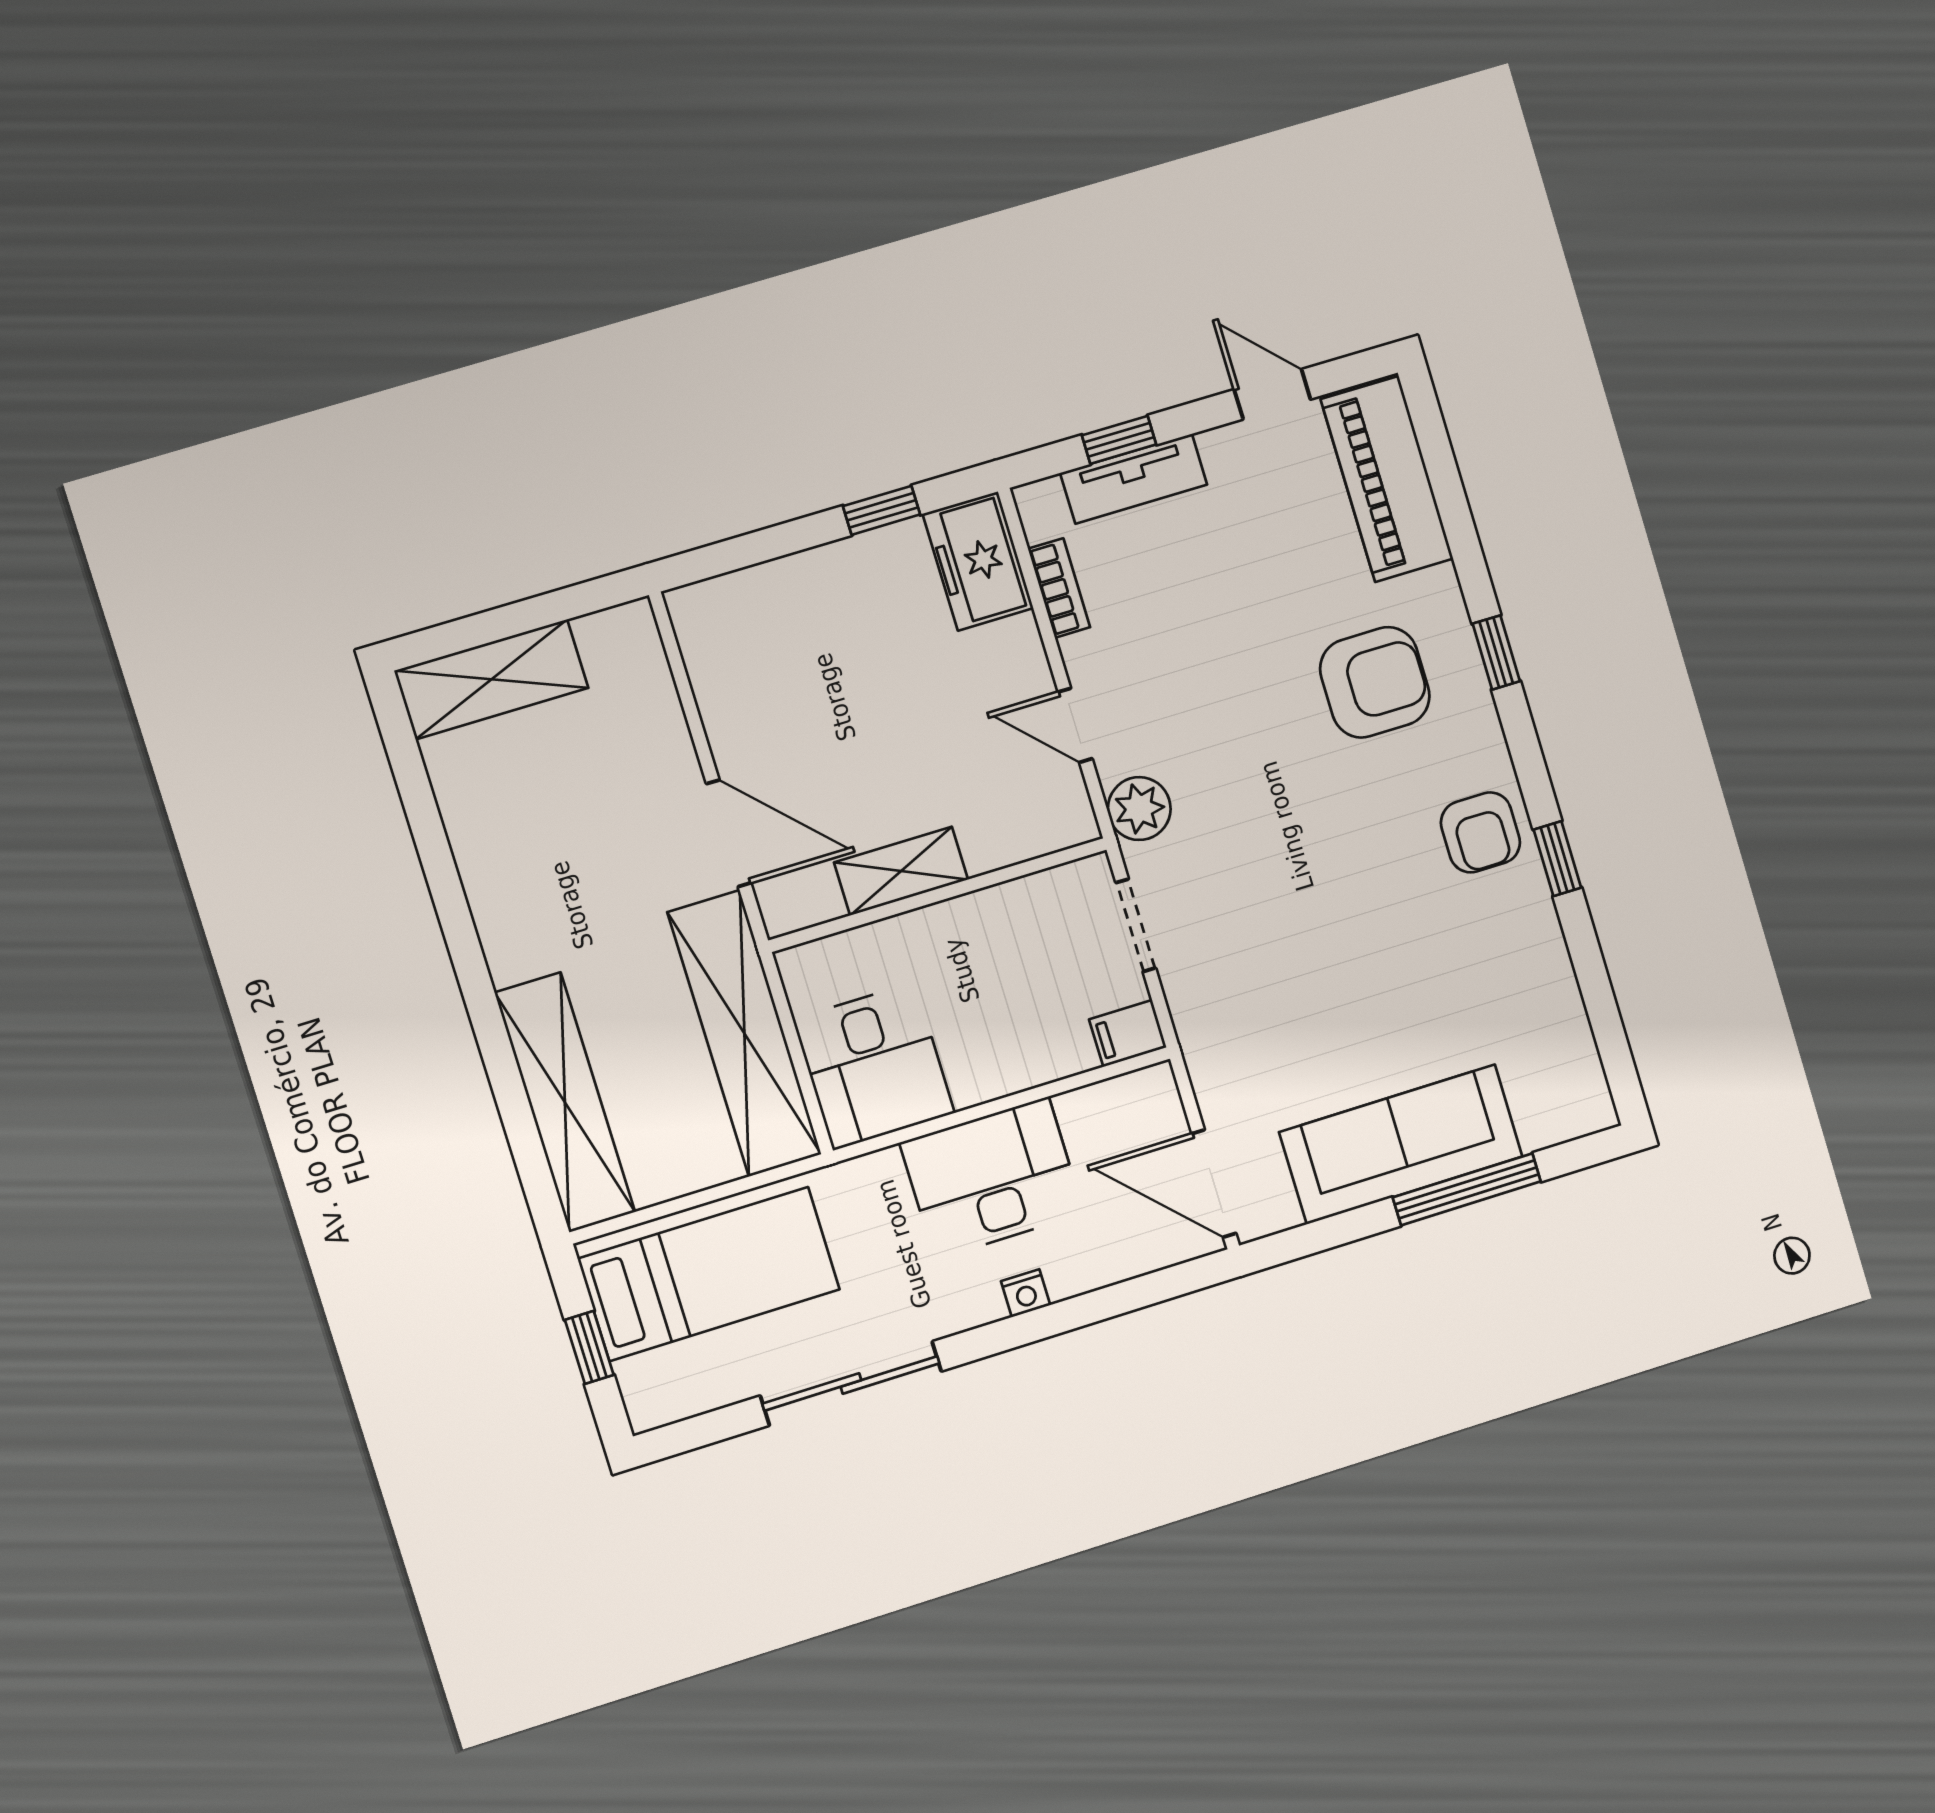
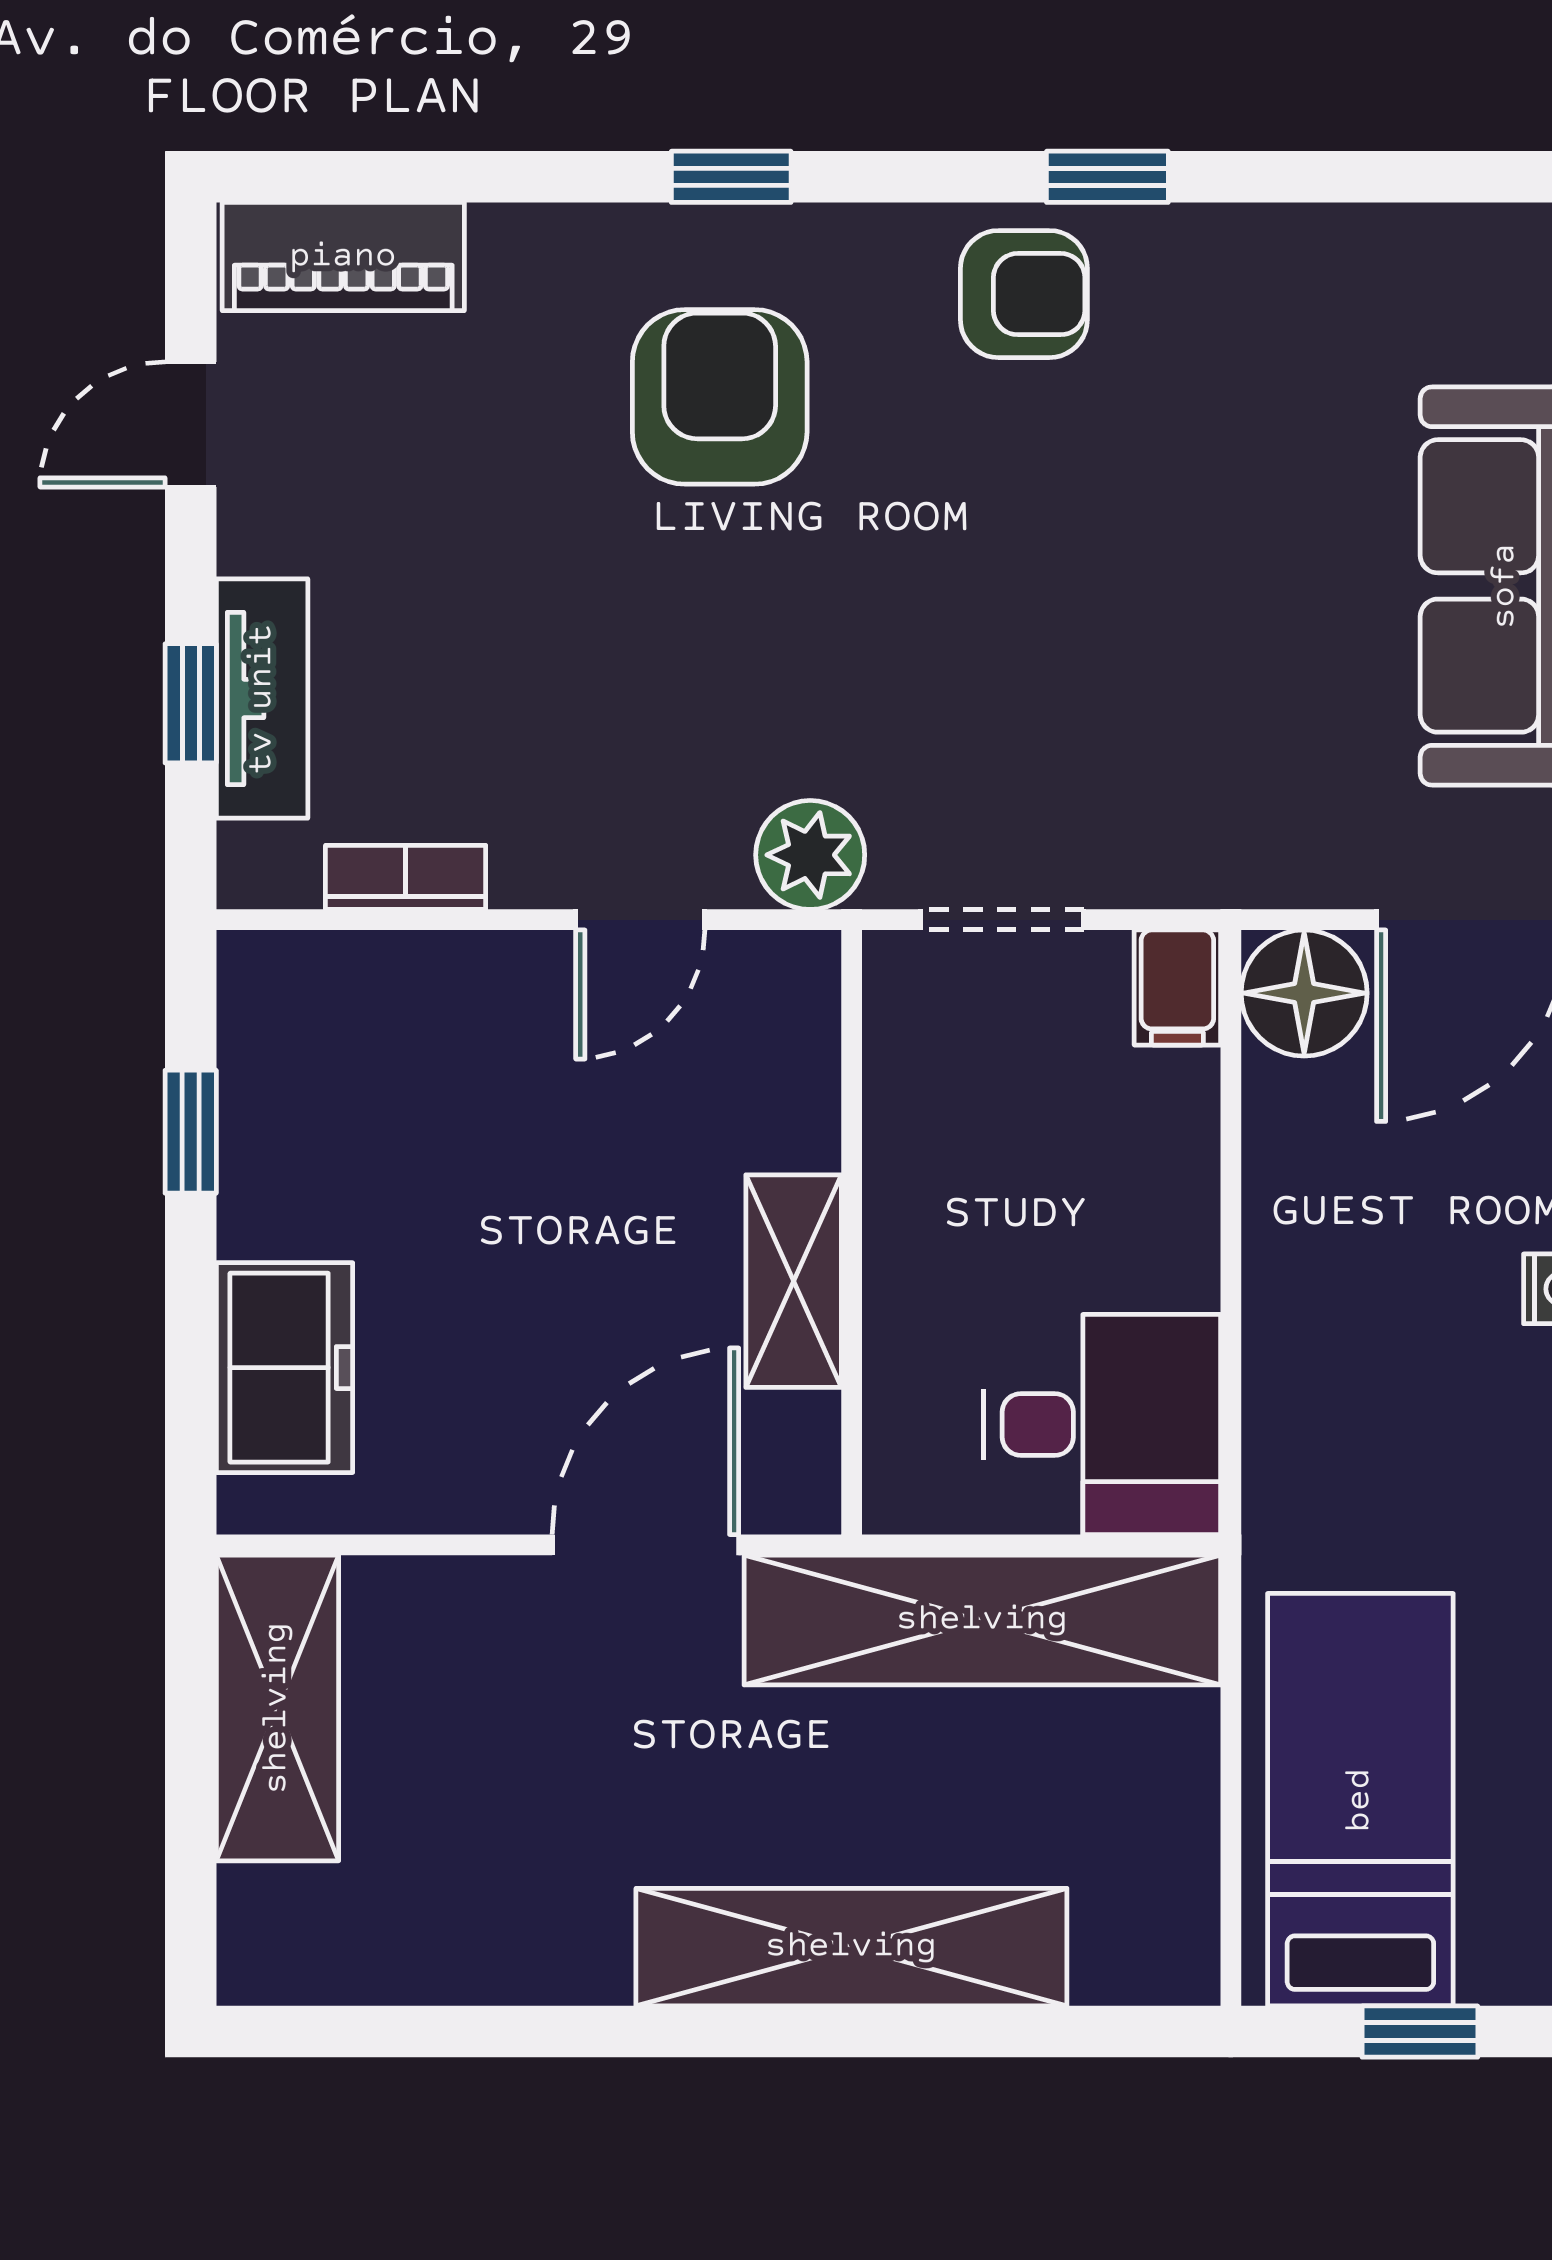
piano: (1387, 479) -> (343, 257), width x0.73, depth x0.75
freezer: (978, 561) -> (285, 1368), moved, turned -90
shelving: (491, 679) -> (277, 1708), moved
shelving: (565, 1102) -> (851, 1947), moved
floor lamp: (1146, 1104) -> (1304, 993), added
desk: (992, 1178) -> (1348, 1286), removed

